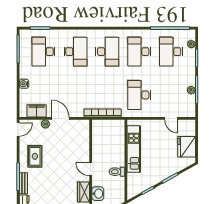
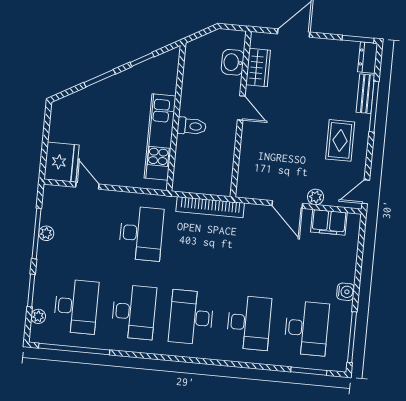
desk: (75, 52) -> (249, 323), turned 180
water cooler: (24, 84) -> (346, 292), moved
fridge: (187, 147) -> (61, 162), moved
toilet: (117, 172) -> (192, 126), moved

